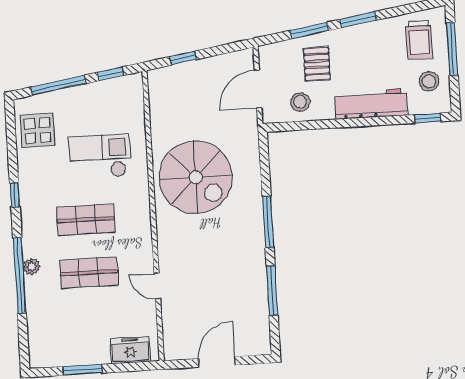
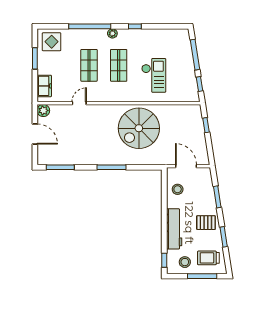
window: (358, 20) -> (224, 237), moved
pallet: (317, 64) -> (206, 223), moved
display table: (38, 130) -> (52, 42), moved
plant: (32, 266) -> (112, 33), moved
window: (272, 291) -> (60, 167), moved
plant: (174, 349) -> (43, 110), added

